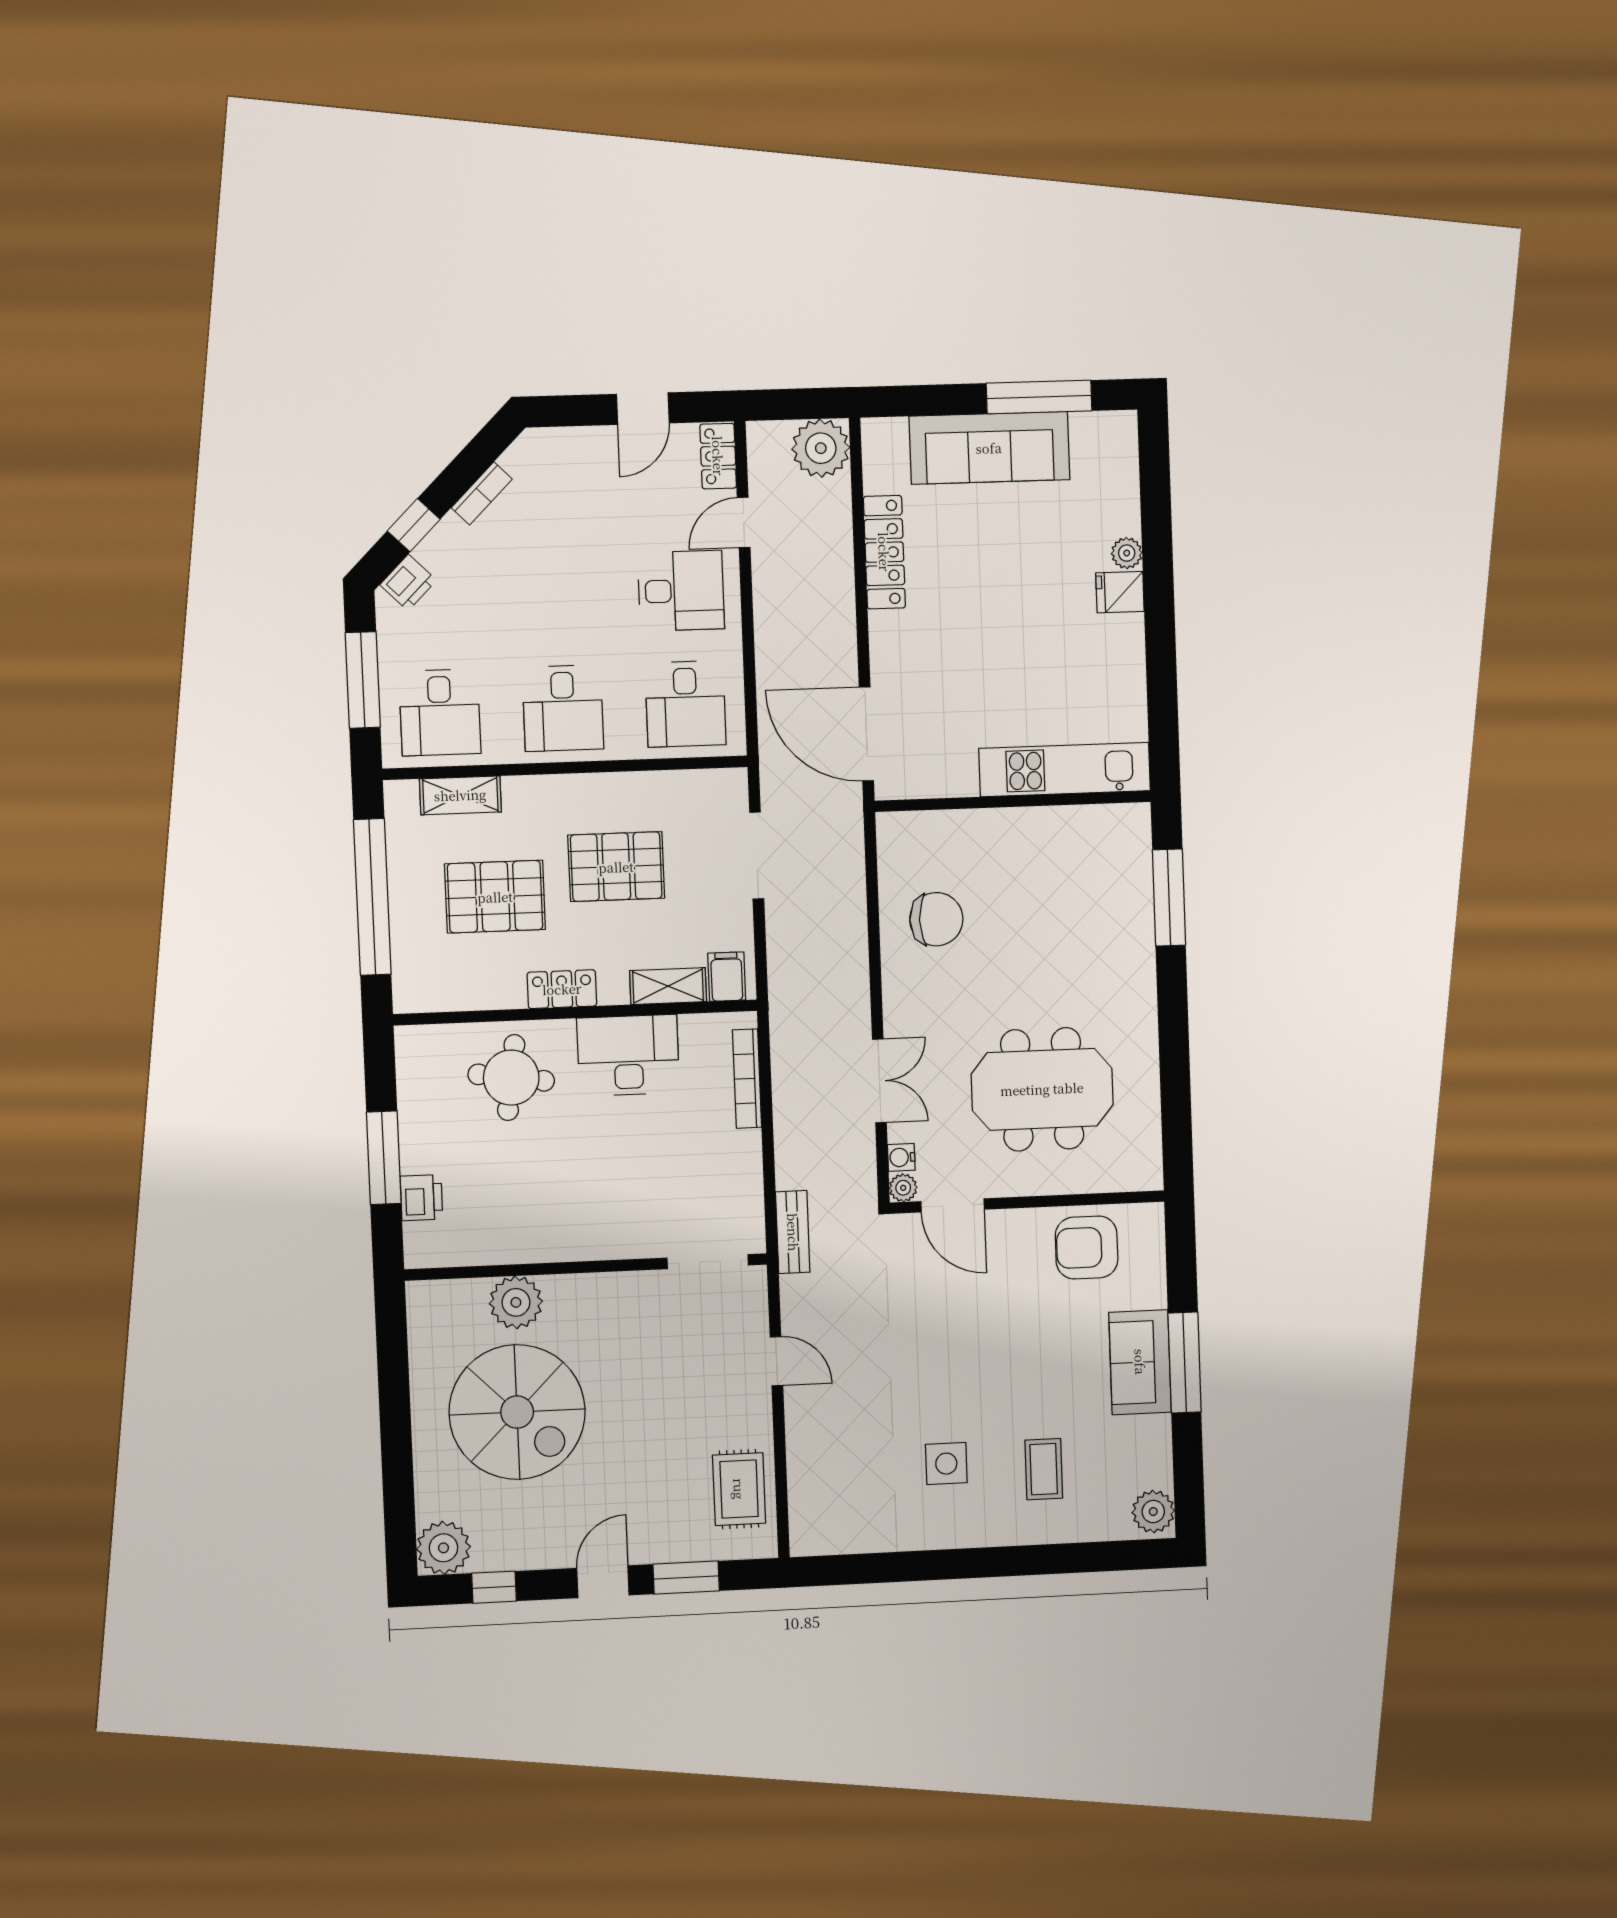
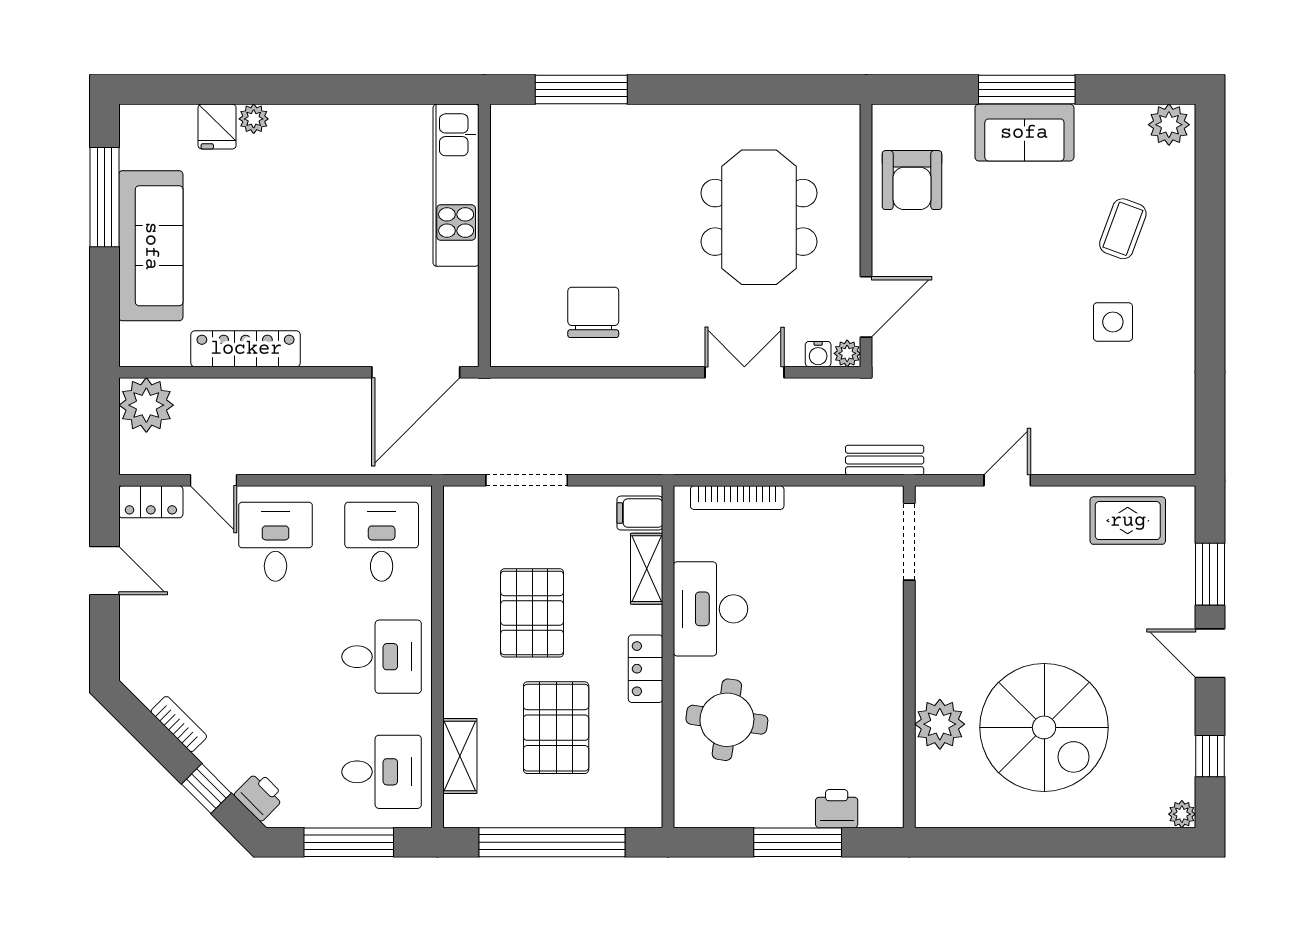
fridge: (1120, 592) -> (217, 127), moved
desk: (686, 704) -> (382, 542), turned -90
spiral stairs: (517, 1412) -> (1044, 727), turned 90
coffee table: (1044, 1469) -> (1123, 229), turned -70
plant: (443, 1548) -> (1182, 814), width x0.53, depth x0.53

